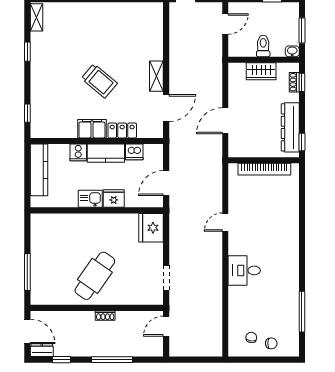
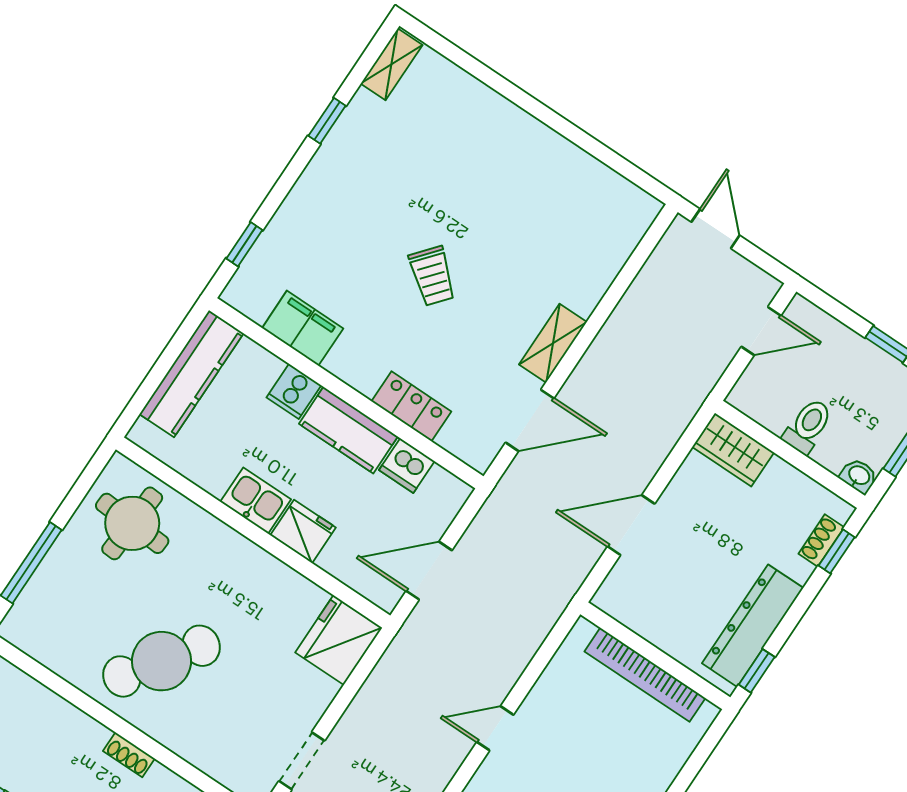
wardrobe: (261, 71) -> (733, 450), moved
trolley: (99, 81) -> (432, 276), width x0.73, depth x0.72
filing cabinet: (92, 129) -> (303, 328), moved
round table: (53, 235) -> (132, 523), added

